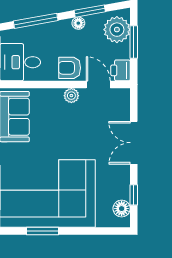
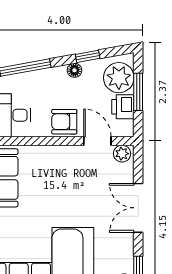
window: (90, 11) -> (88, 56), width x0.67
printer: (120, 70) -> (123, 107), moved
plant: (71, 96) -> (122, 154), moved

